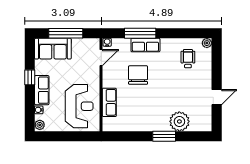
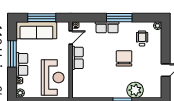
window: (140, 33) -> (119, 18), moved
sofa: (53, 49) -> (36, 30), width x1.36
chair: (138, 75) -> (124, 58), moved
window: (30, 77) -> (12, 54), width x2.17
row of seats: (109, 102) -> (77, 58), moved

